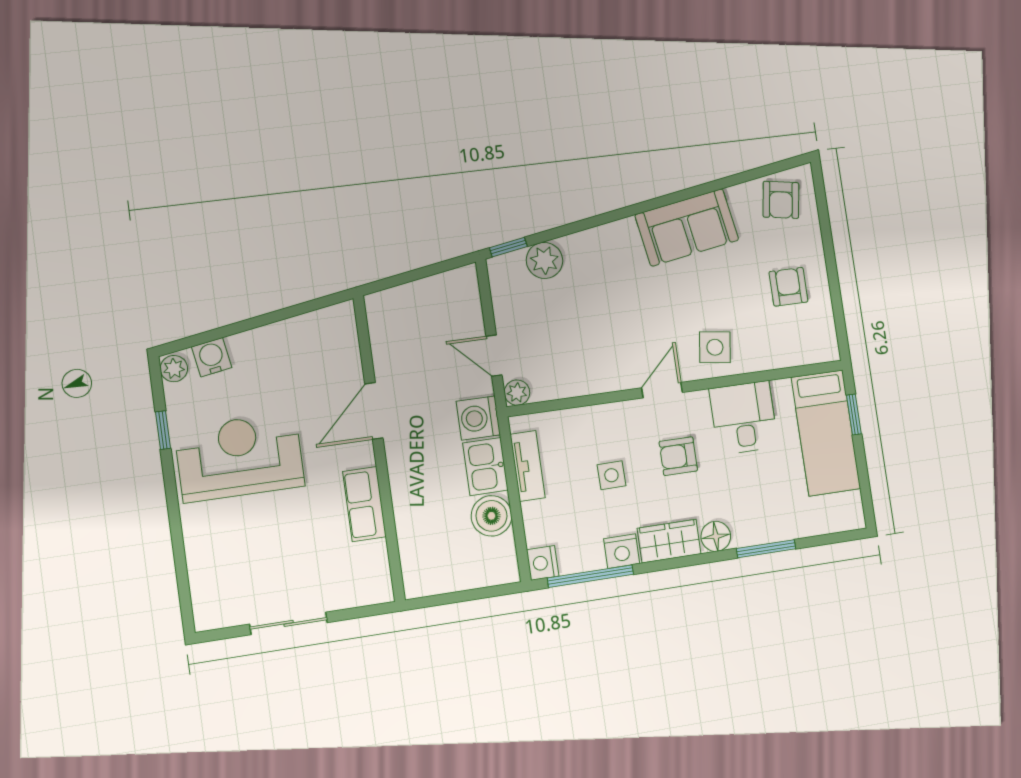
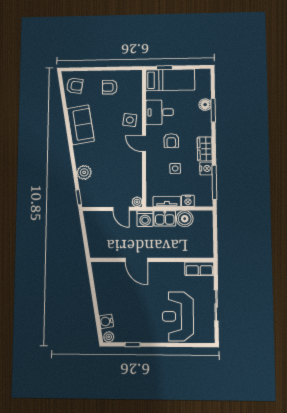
plant: (544, 260) -> (84, 172), moved
door: (494, 356) -> (121, 209), hinge flipped
reception desk: (240, 457) -> (178, 316), moved
row of seats: (364, 504) -> (199, 269), moved
floor lamp: (716, 536) -> (205, 105), moved
nightstand: (543, 563) -> (188, 201), moved

